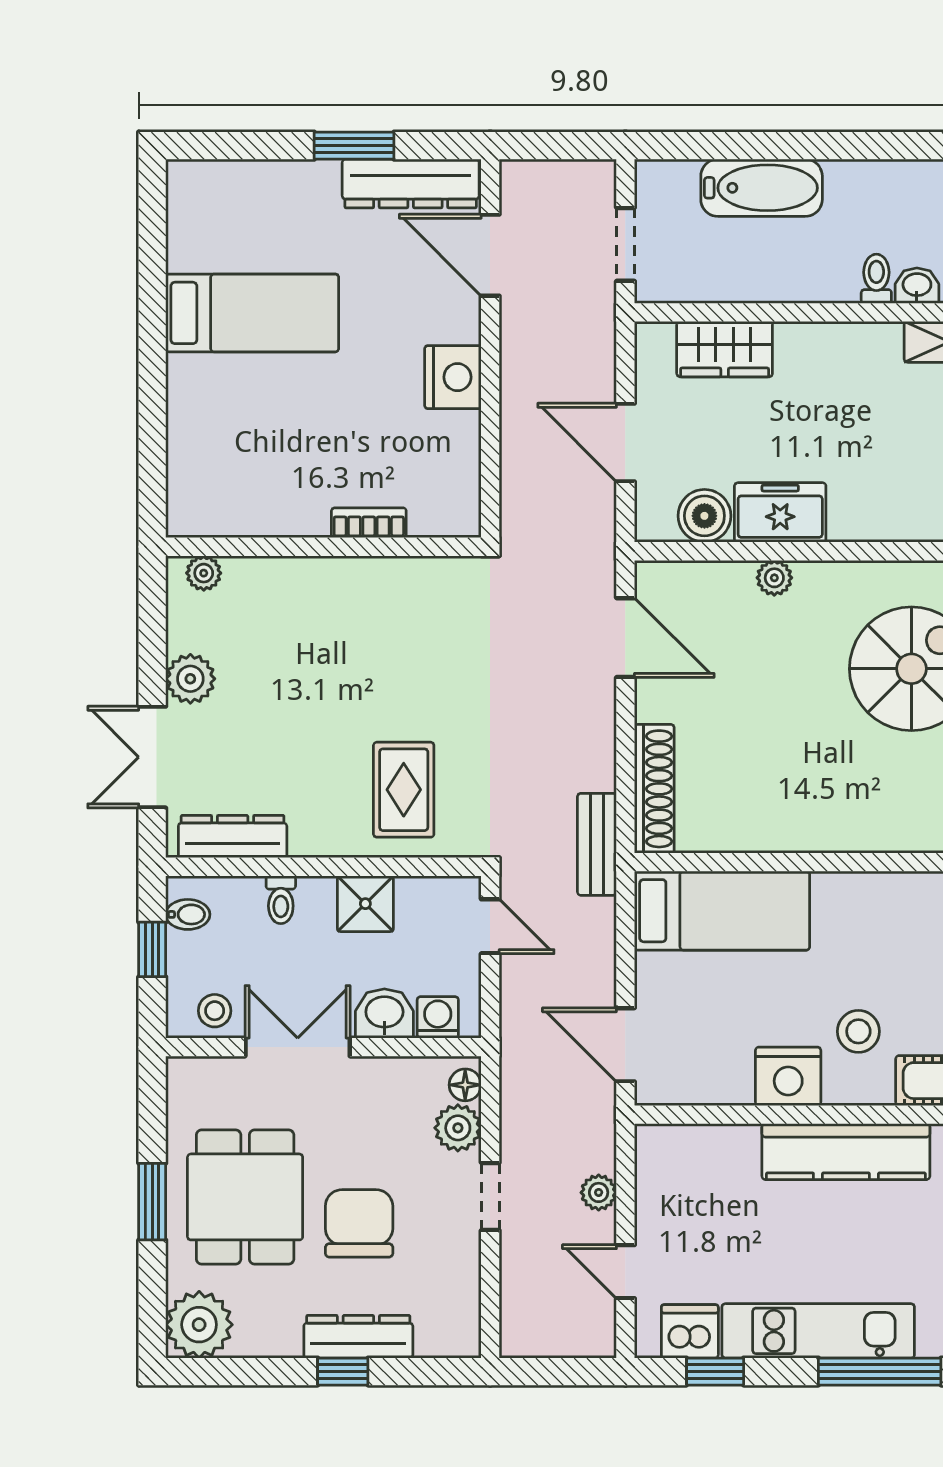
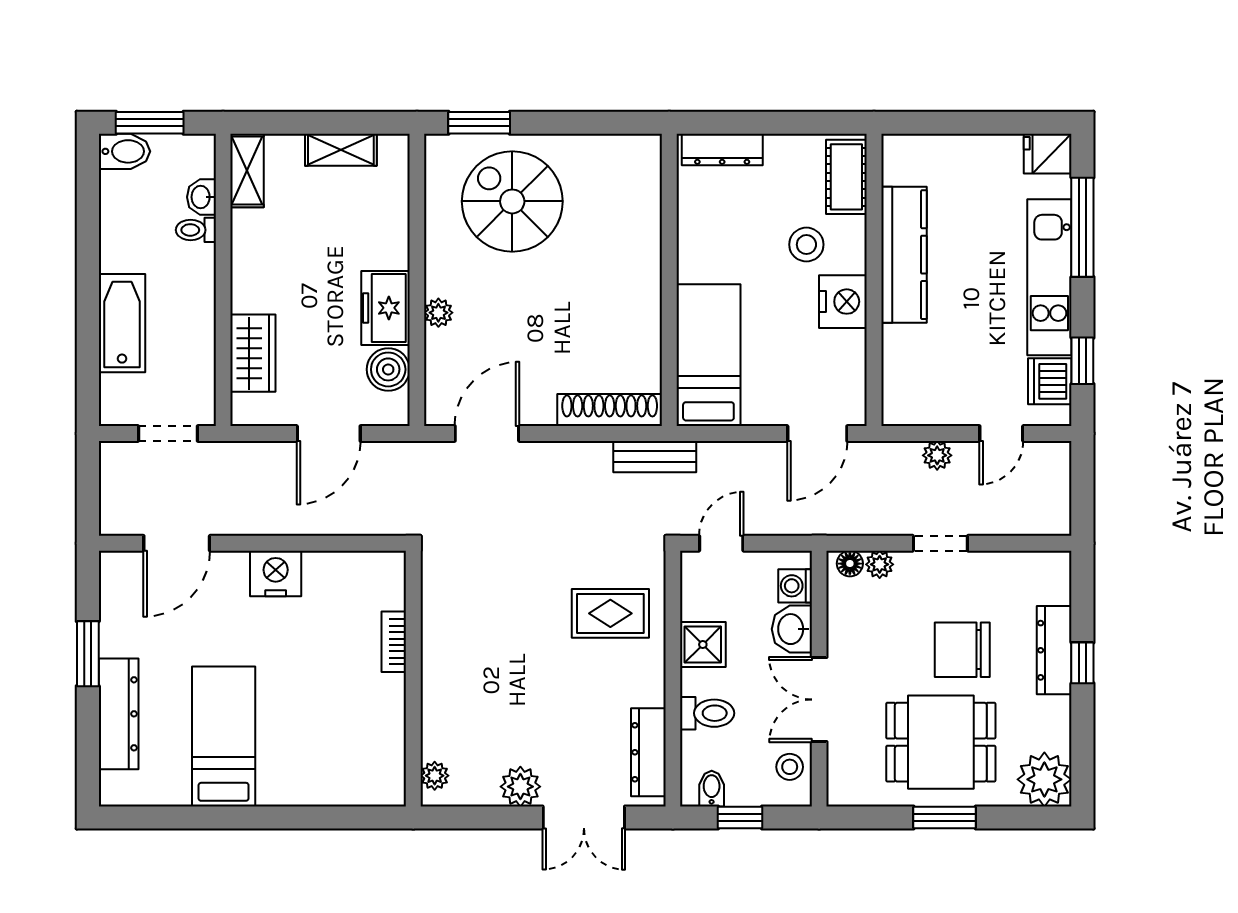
dresser: (411, 184) -> (119, 714), moved
toilet: (281, 900) -> (707, 713), width x1.37, depth x1.39
plant: (458, 1128) -> (880, 564), width x0.73, depth x0.73

